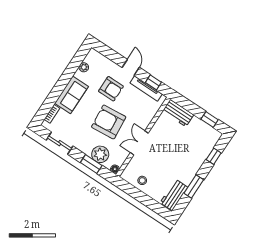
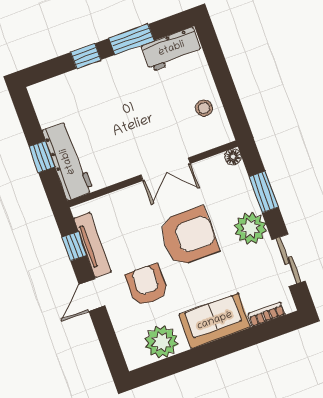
plant: (84, 67) -> (161, 342), width x1.87, depth x1.87
workbench: (178, 113) -> (68, 161), width x1.38
window: (210, 119) -> (42, 157), moved
armchair: (109, 122) -> (189, 236), turned -85
plant: (100, 154) -> (250, 228), moved
window: (214, 156) -> (86, 56), moved

